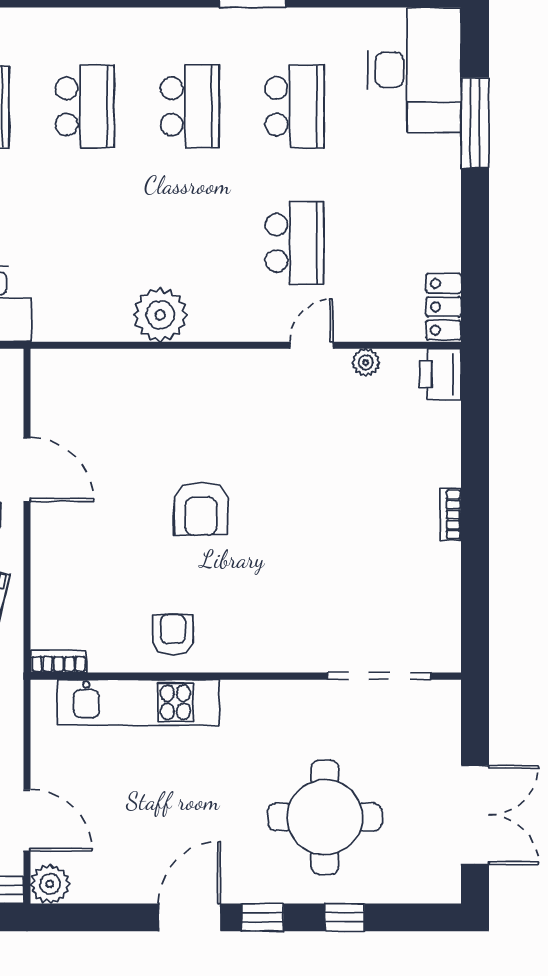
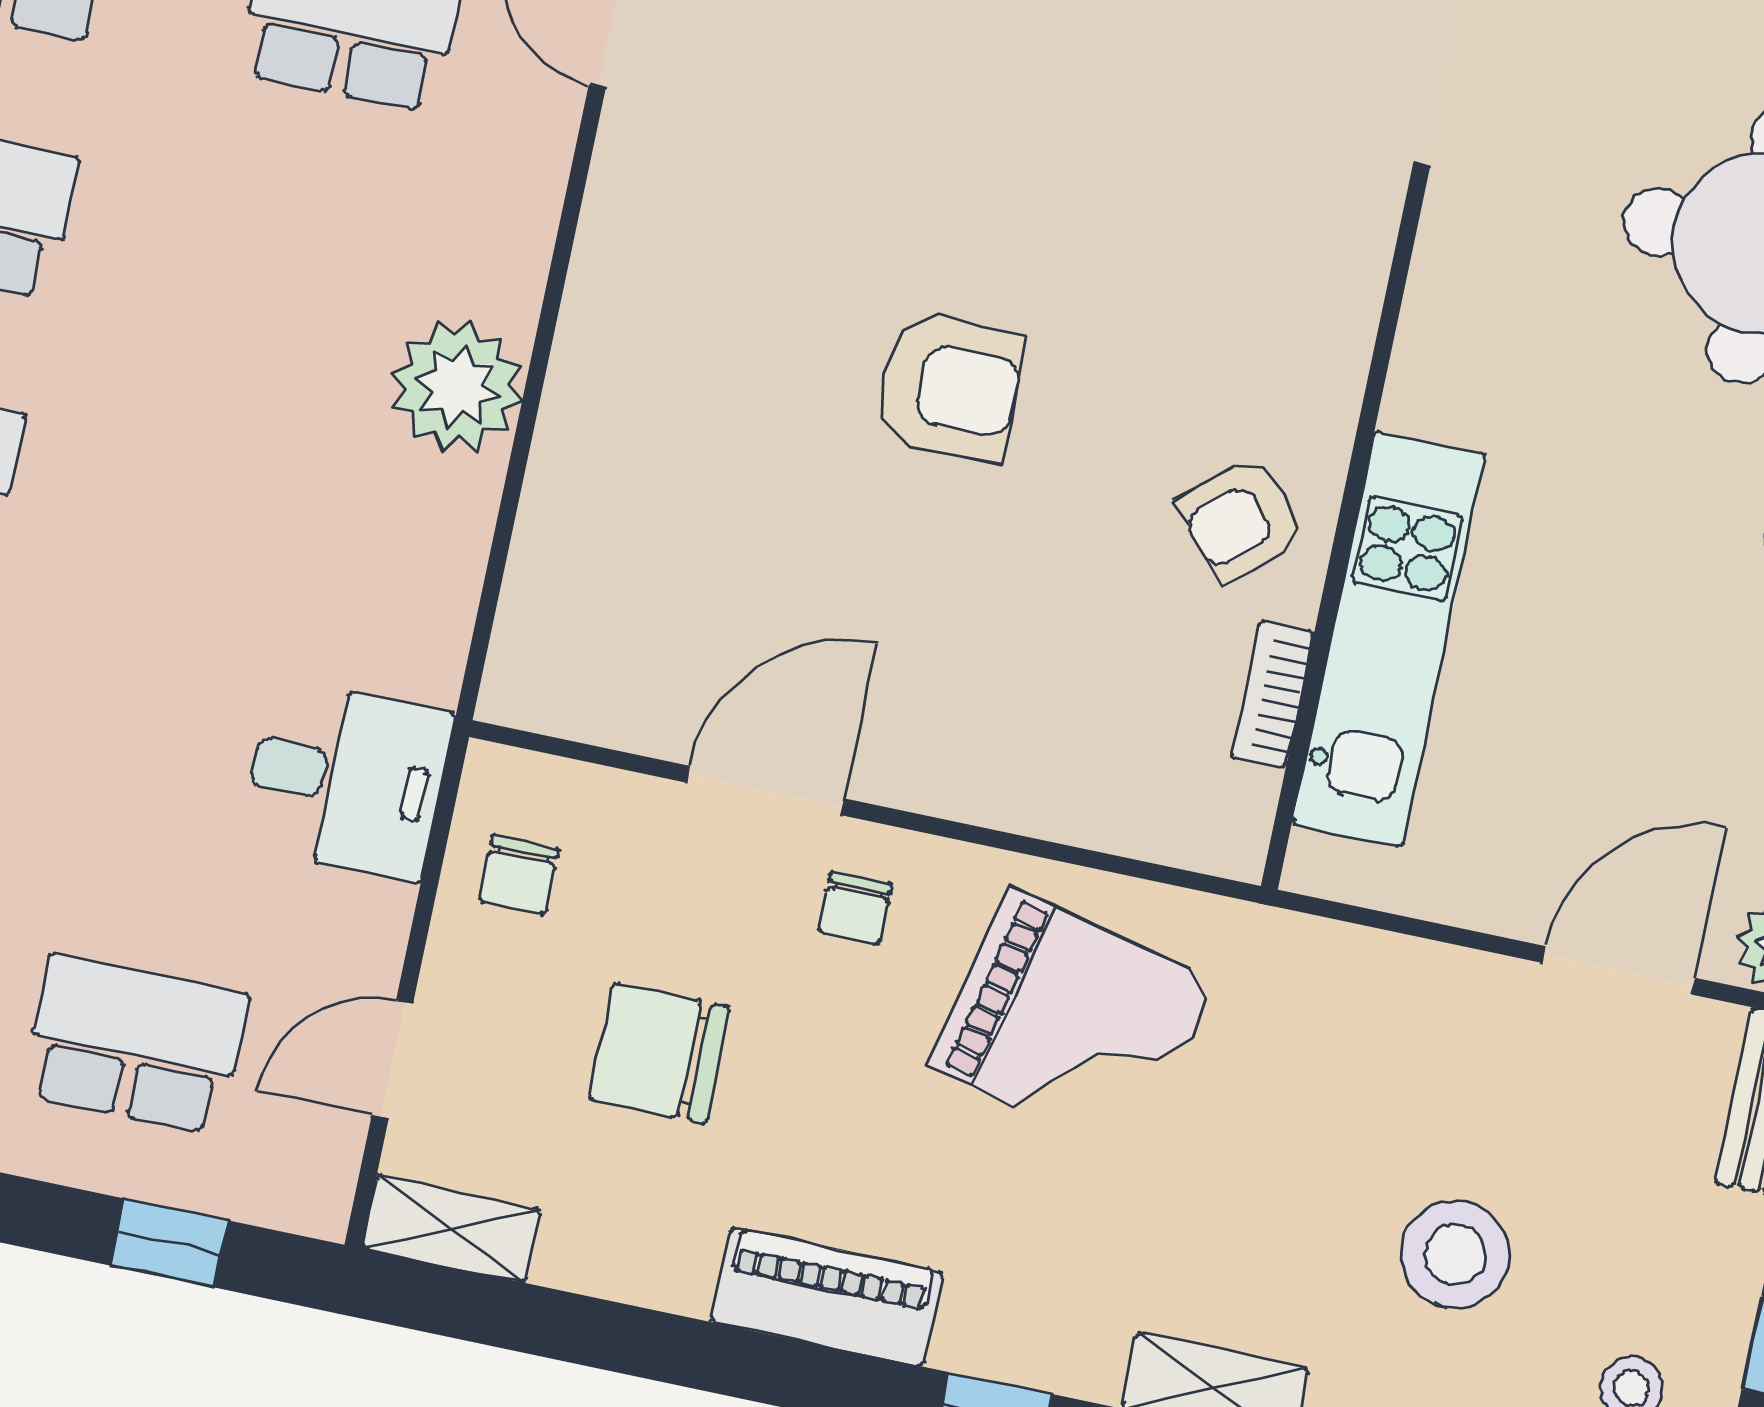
armchair: (173, 635) -> (1242, 520), turned -42
bookcase: (59, 661) -> (1273, 695), moved

